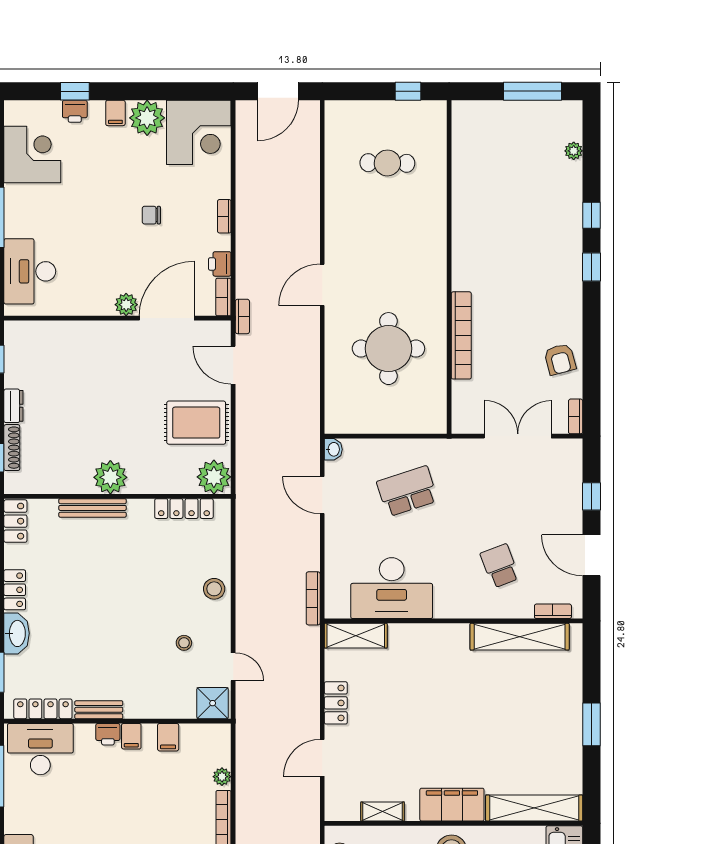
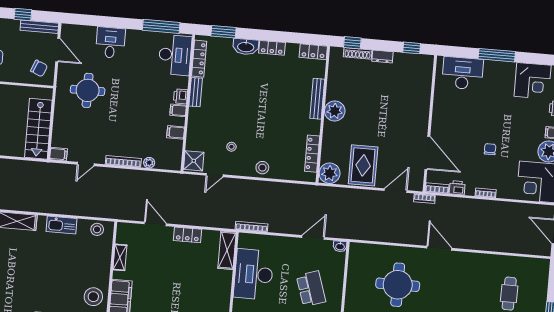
plant: (126, 305) -> (438, 129), removed

